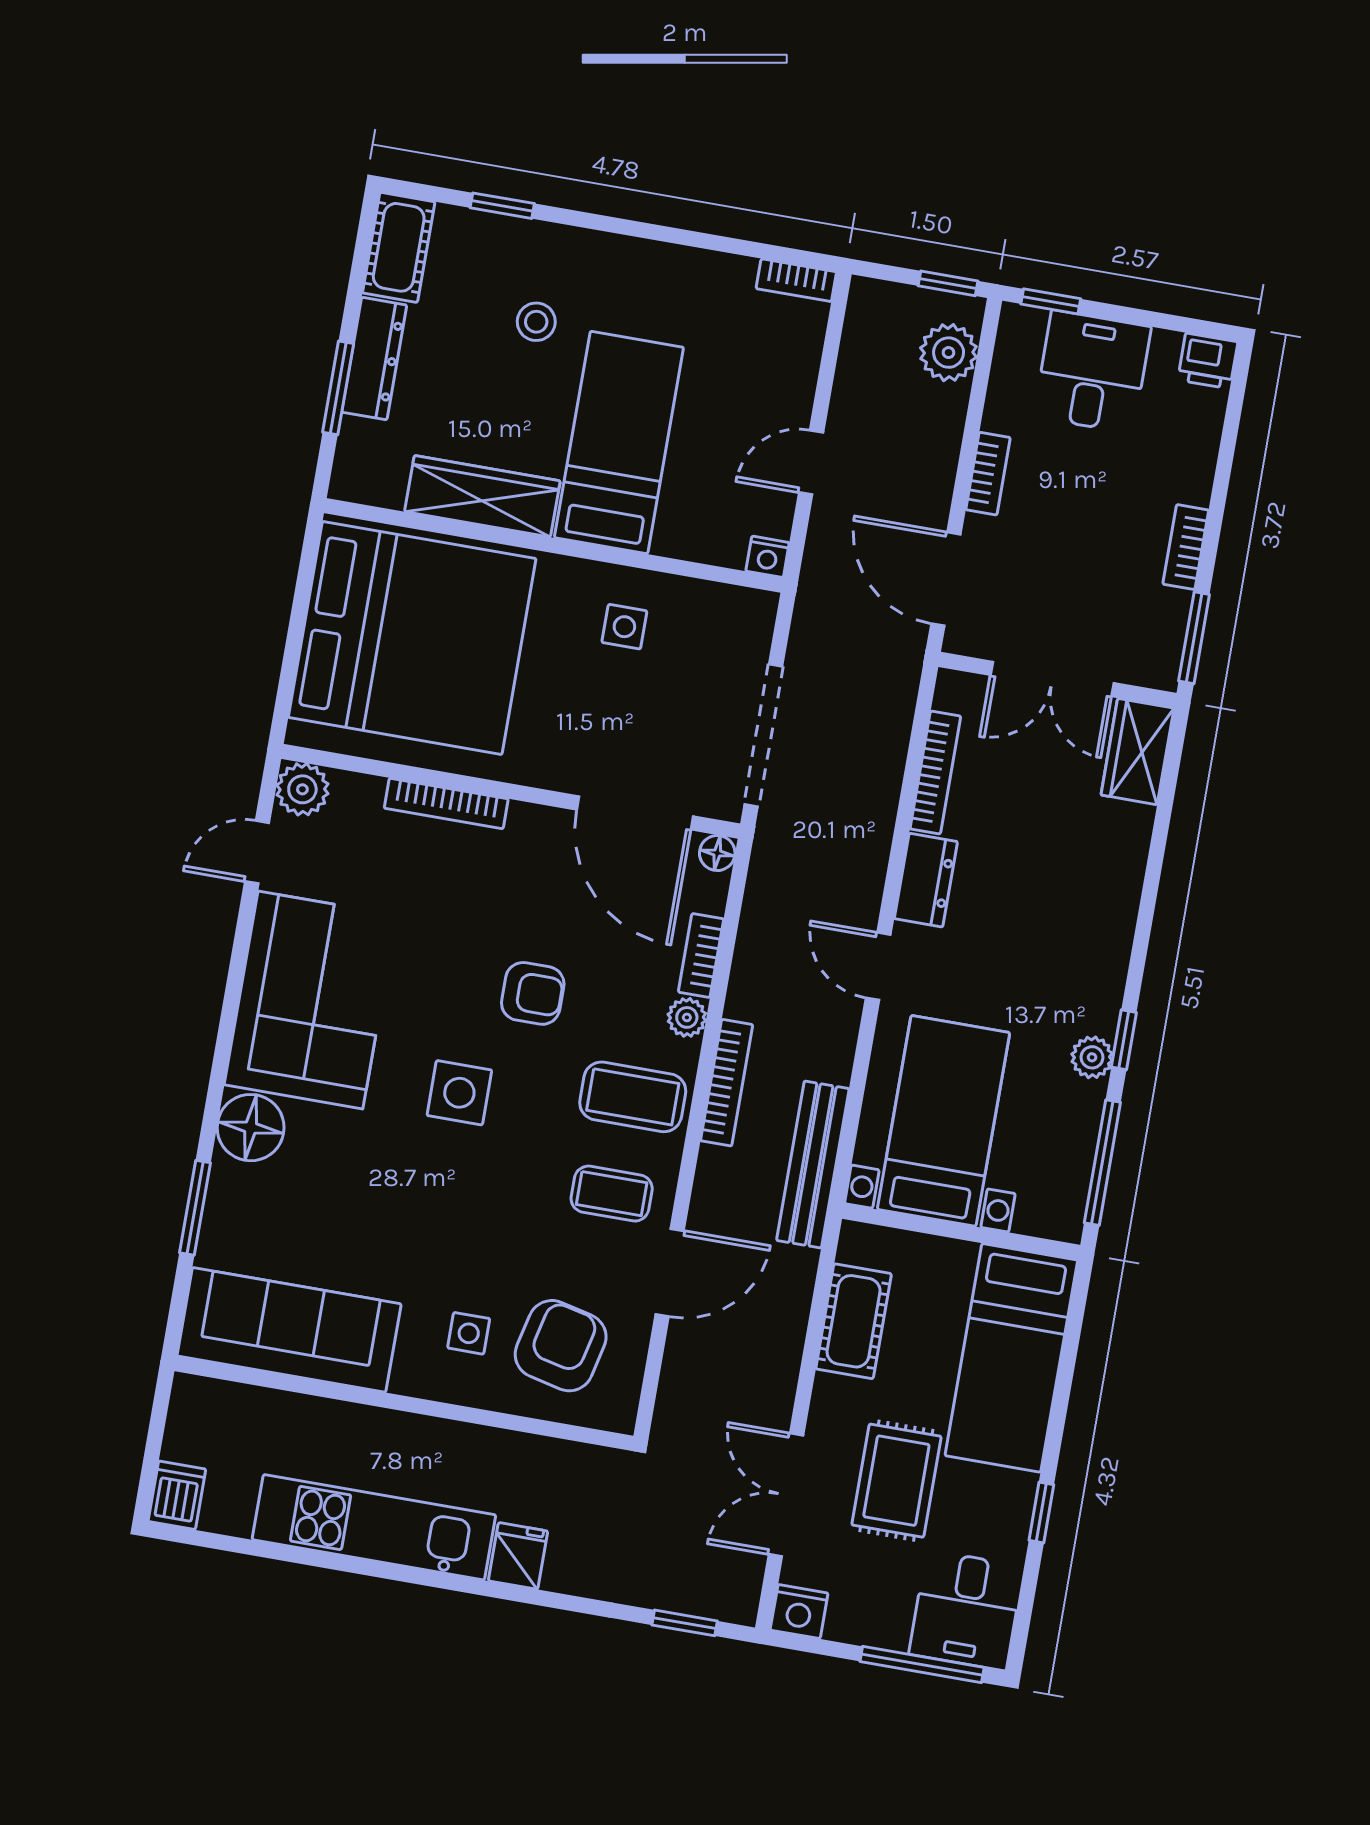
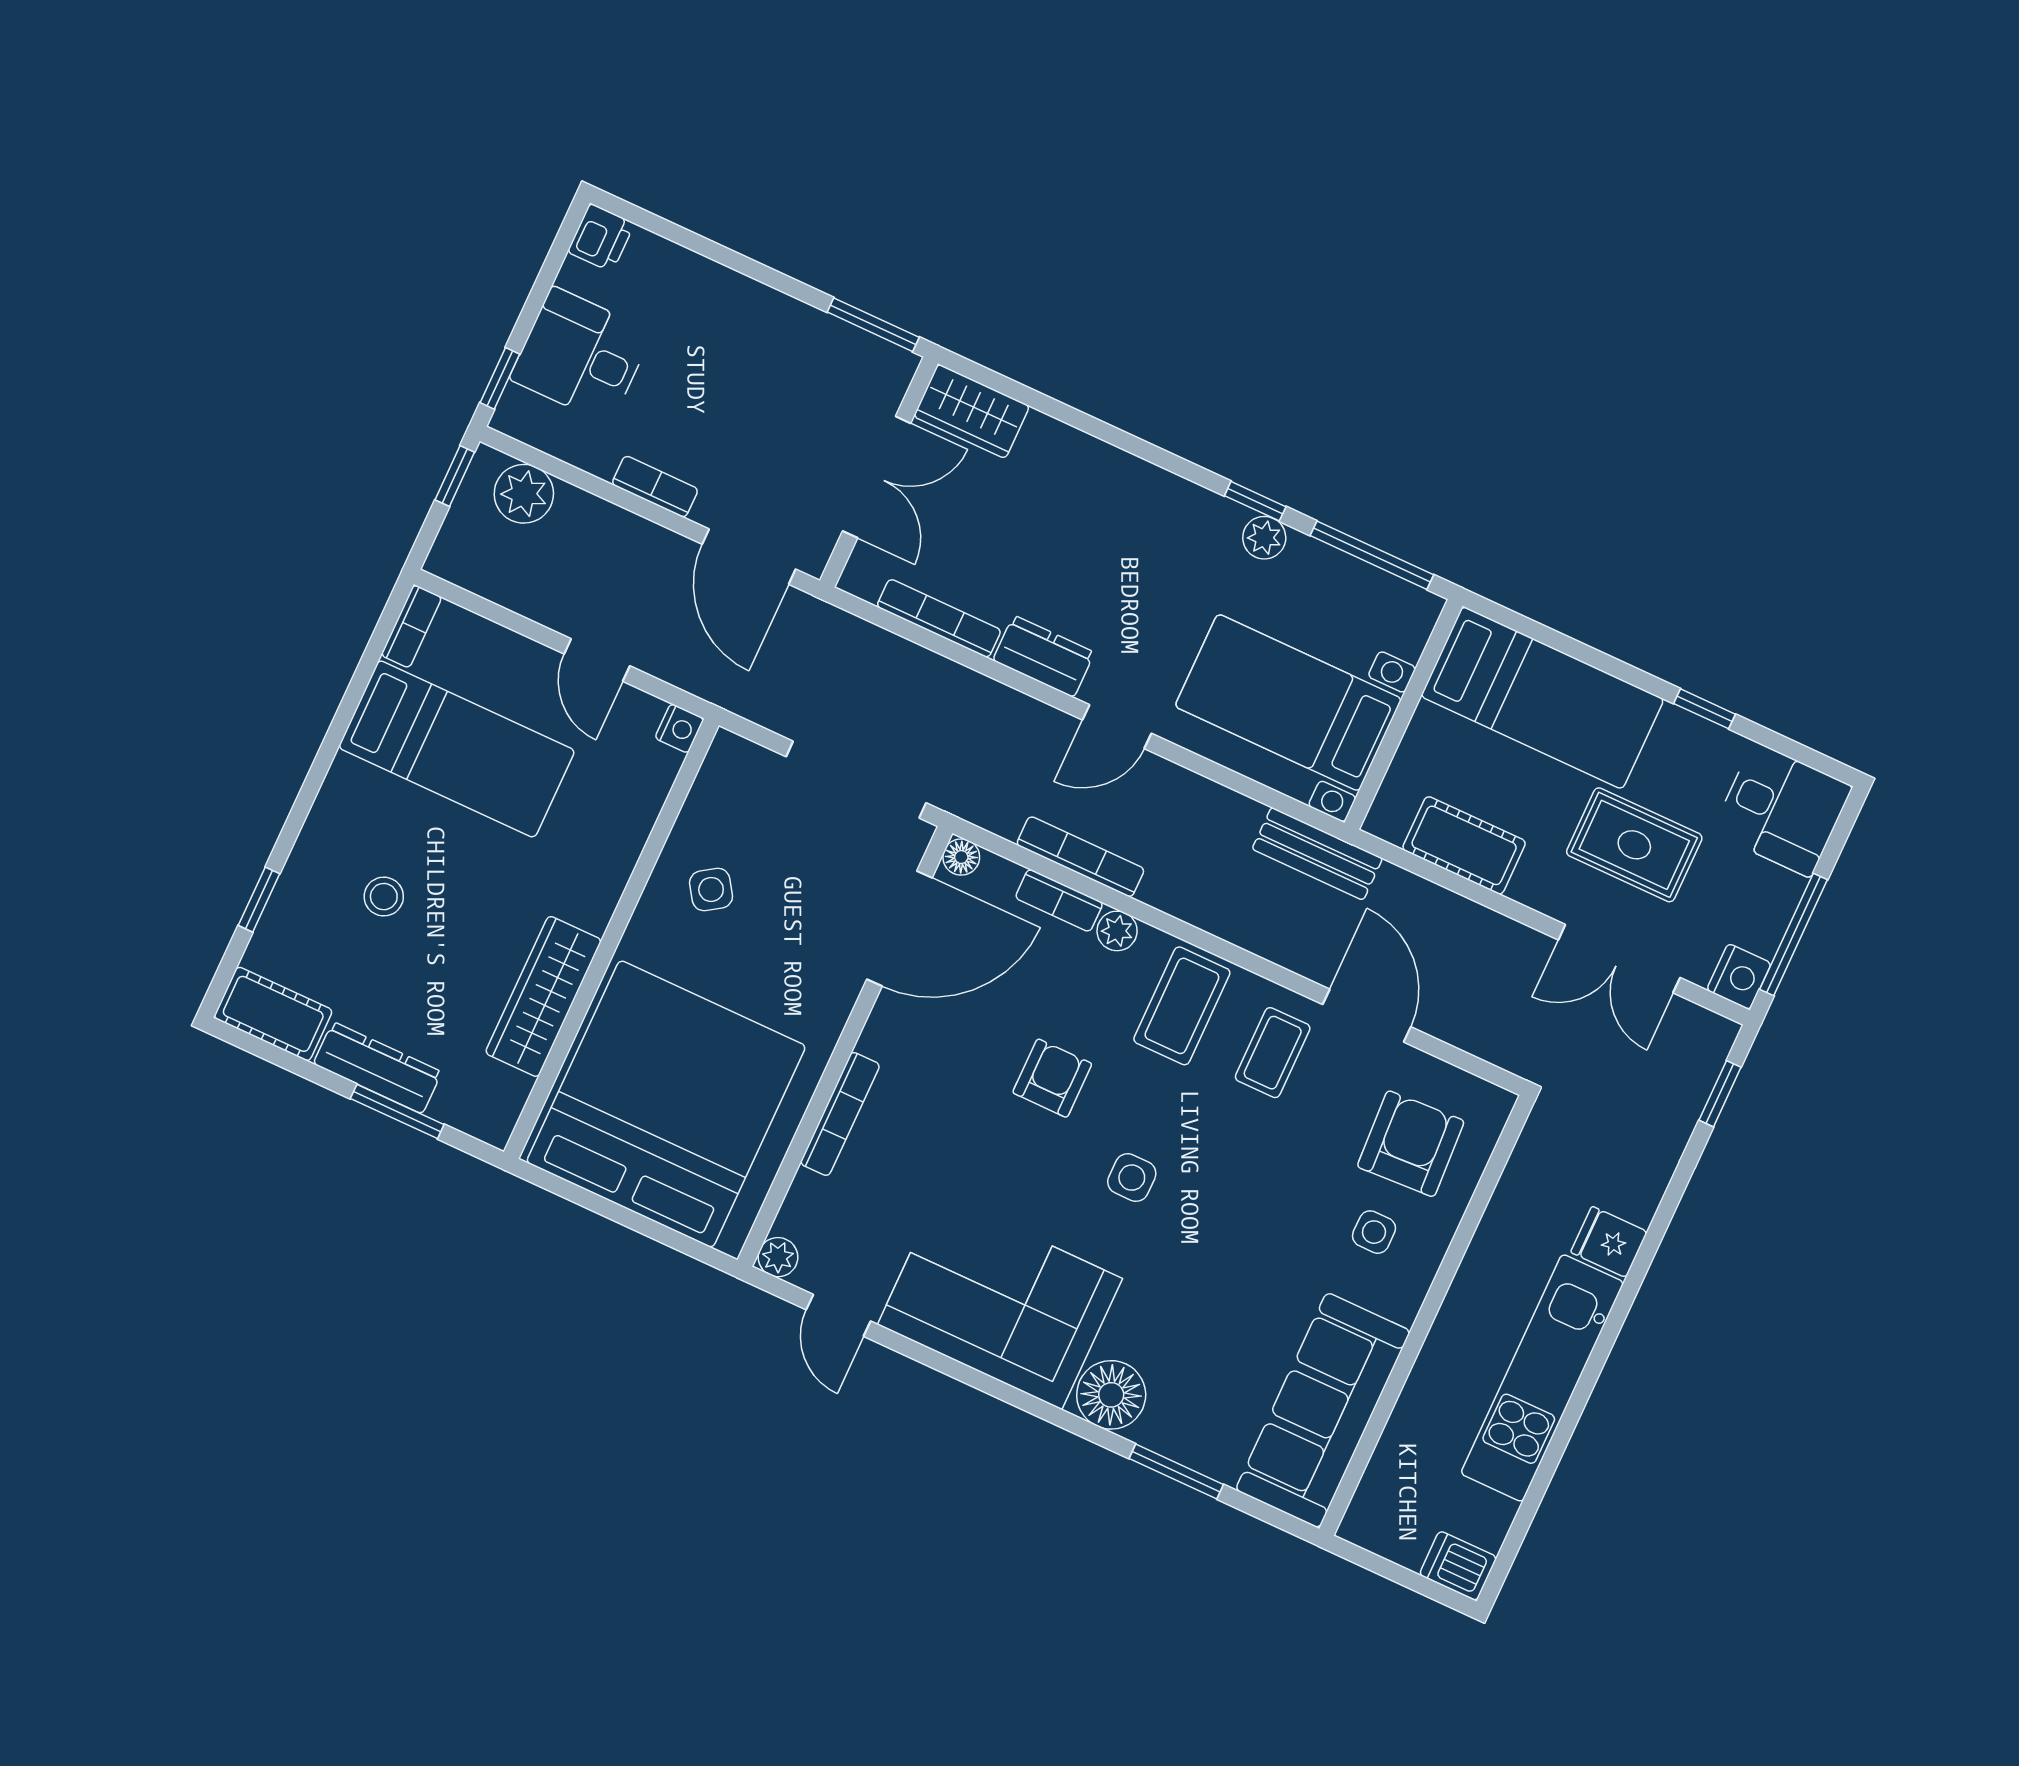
bed: (619, 443) -> (457, 749), moved, turned 180
bookcase: (1186, 547) -> (781, 309), removed
door: (946, 579) -> (749, 557), hinge flipped
side table: (624, 627) -> (711, 889), turned -34
plant: (302, 789) -> (778, 1257), width x0.73, depth x0.73
bookcase: (727, 1083) -> (1080, 857), moved
side table: (459, 1093) -> (1132, 1178), width x0.73, depth x0.73
bench: (813, 1165) -> (1317, 854), width x0.73
armchair: (561, 1346) -> (1411, 1144), turned 74
window: (922, 1664) -> (1794, 935), moved

